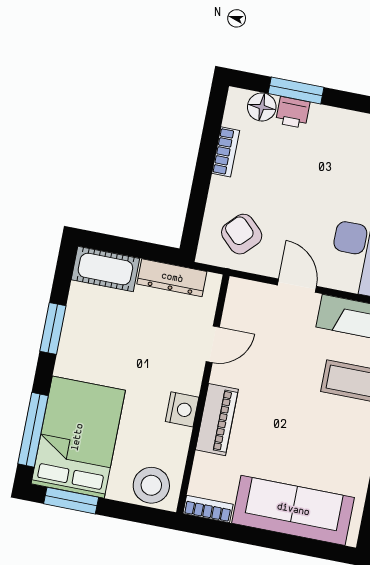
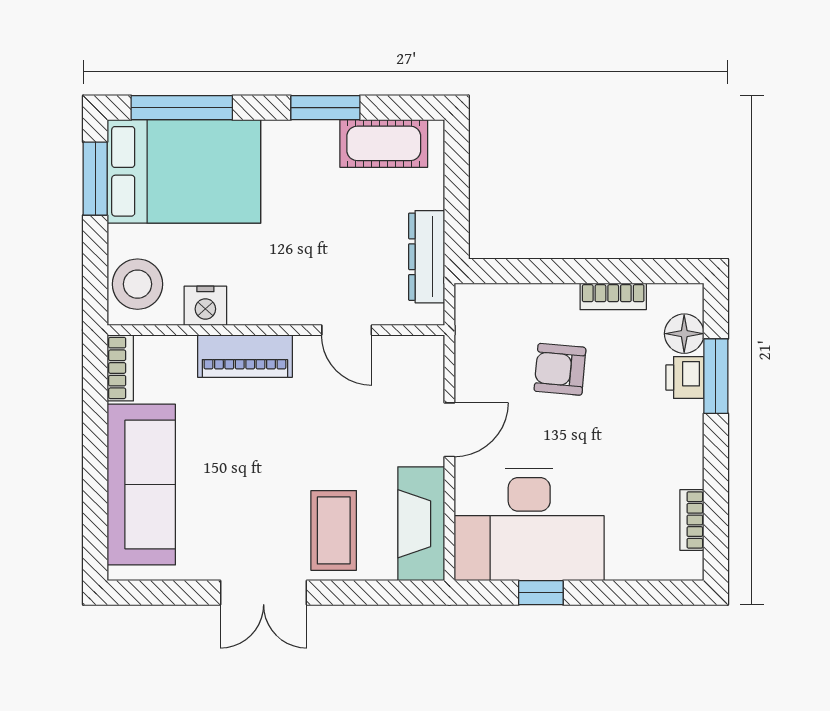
armchair: (242, 234) -> (560, 369), moved, turned -129
cot: (105, 269) -> (384, 143), moved, turned 90
nightstand: (182, 409) -> (205, 306), moved

